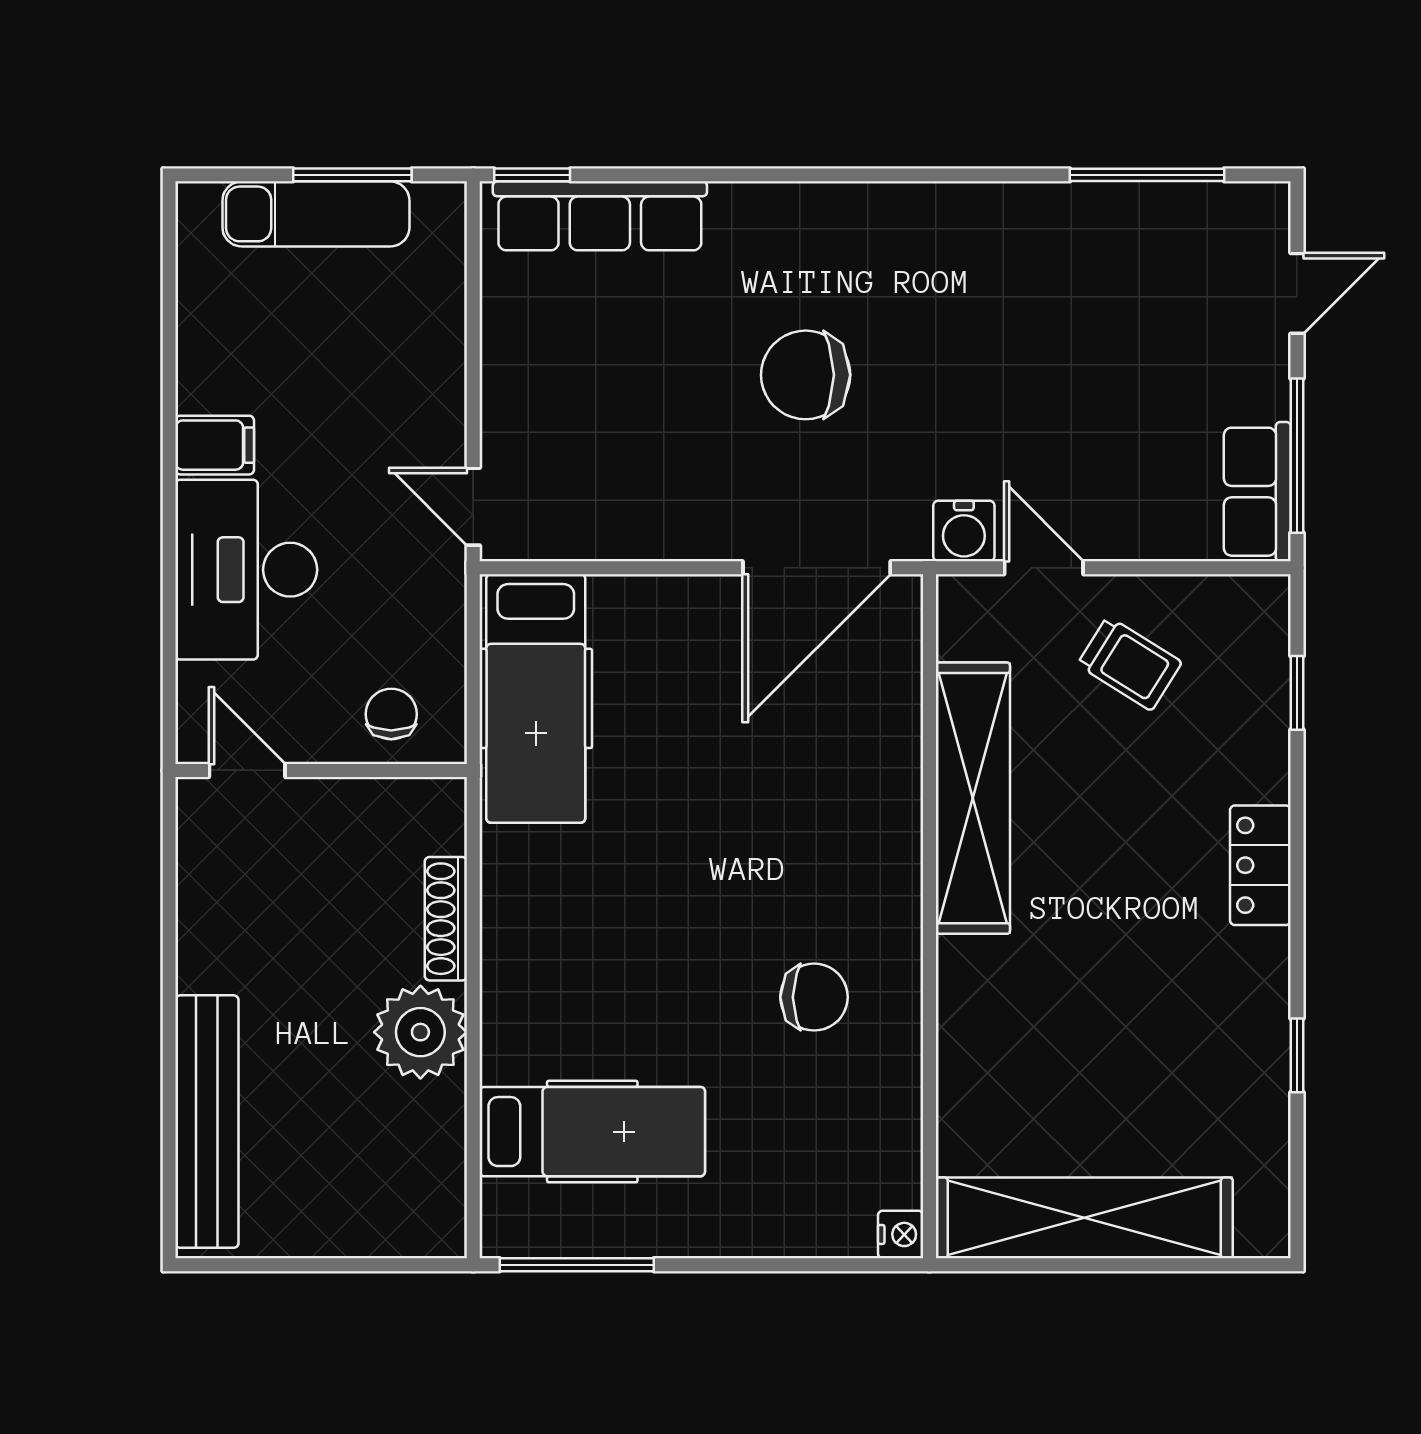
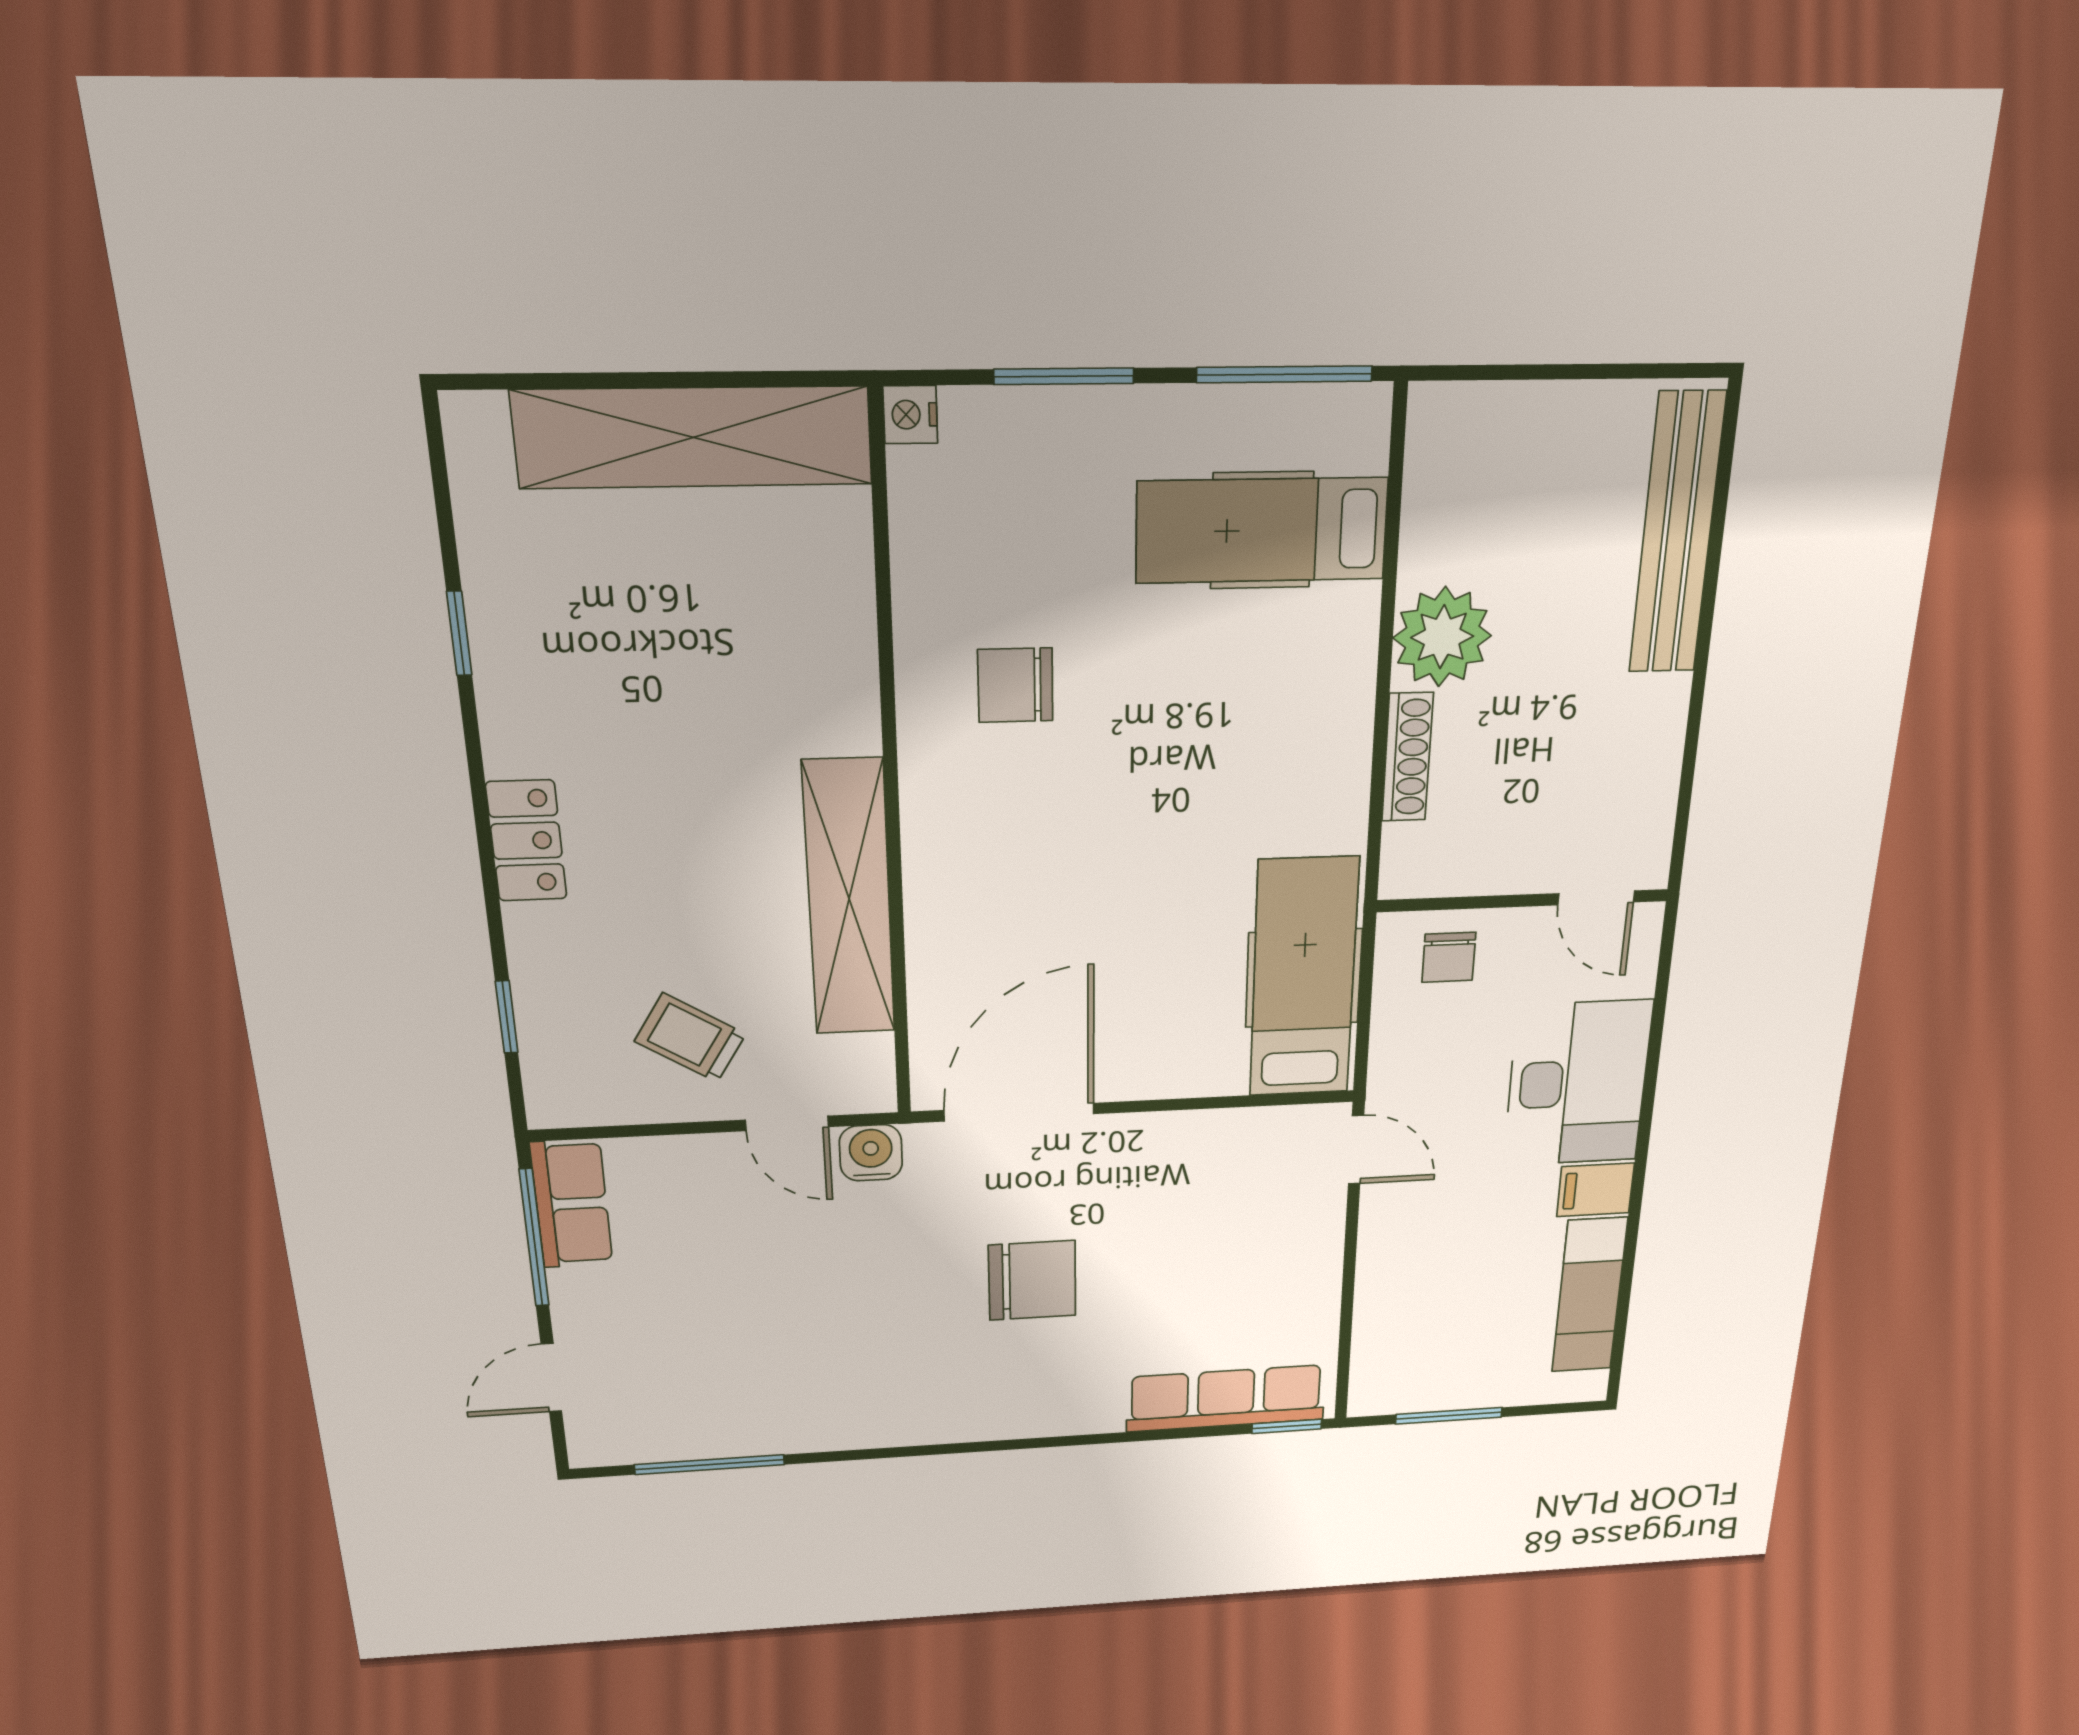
exam couch: (316, 214) -> (1590, 1295), moved, turned -90
window: (769, 1265) -> (1064, 376), added

